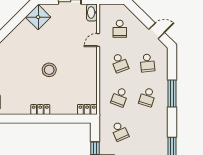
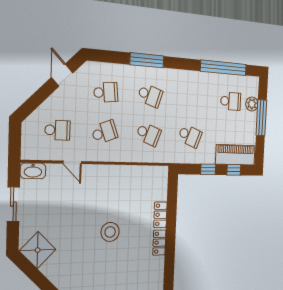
locker: (87, 109) -> (160, 215), moved
school desk: (120, 131) -> (190, 136), turned 45

